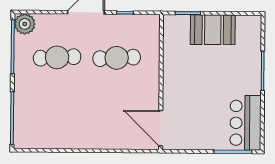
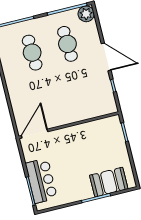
booth: (213, 30) -> (109, 182), moved, turned 90
cafe table: (117, 58) -> (32, 53), moved
bar counter: (245, 123) -> (41, 181), moved, turned 90

